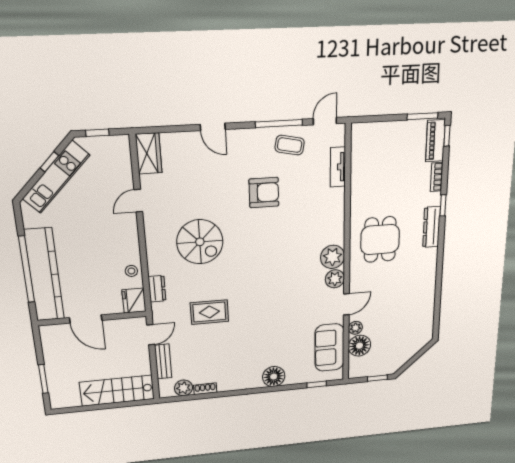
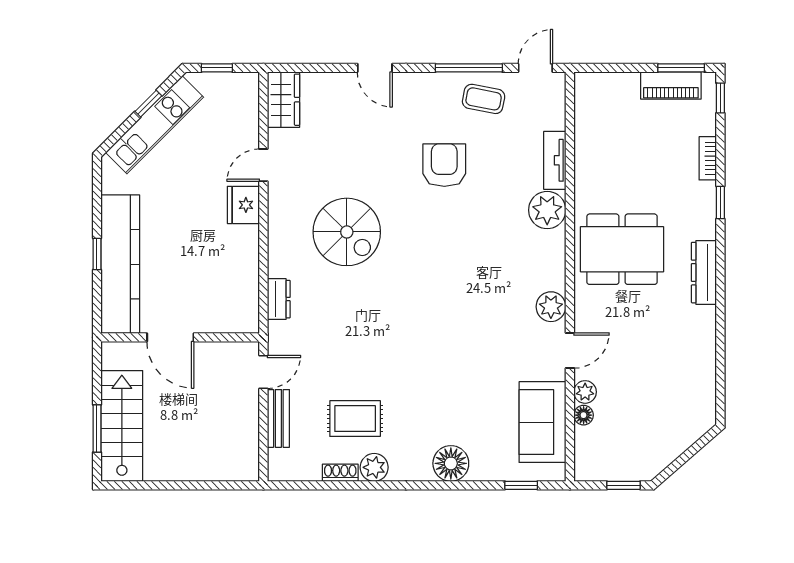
piano: (435, 141) -> (671, 85), moved, turned -90
tv unit: (338, 167) -> (555, 160), moved
armchair: (264, 193) -> (444, 165), turned -90
dresser: (432, 227) -> (704, 273), moved
dining table: (380, 240) -> (622, 249), width x1.38
plant: (333, 257) -> (547, 210), moved
window: (27, 269) -> (97, 254), width x0.32
stool: (131, 271) -> (244, 268), removed
fridge: (134, 301) -> (243, 205), moved
rug: (209, 312) -> (355, 419), moved
floor lamp: (359, 346) -> (584, 415), width x0.53, depth x0.53
plant: (184, 388) -> (374, 467), moved
stairs: (117, 391) -> (122, 426), moved, turned 90

